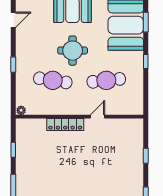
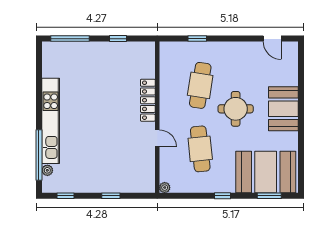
window: (13, 65) -> (197, 39), moved
plant: (21, 110) -> (165, 188), moved

